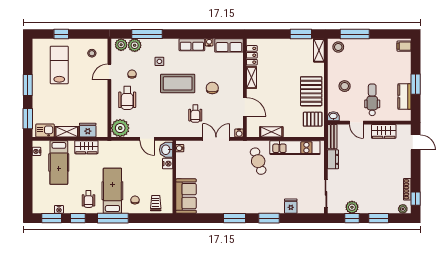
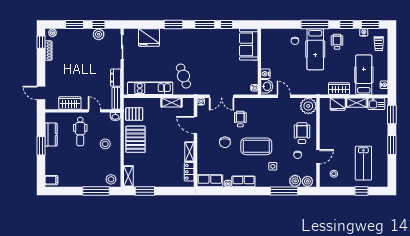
trolley: (156, 203) -> (379, 44), moved
fridge: (291, 206) -> (149, 38), width x1.88, depth x1.34
window: (210, 218) -> (227, 24), added

